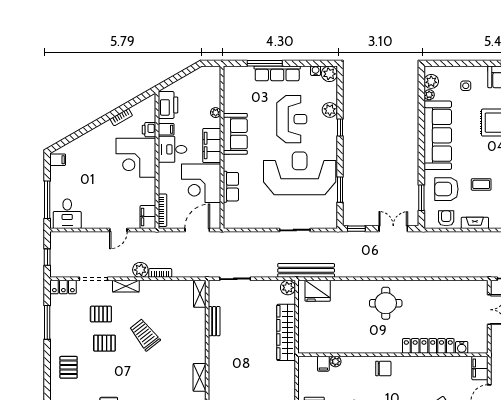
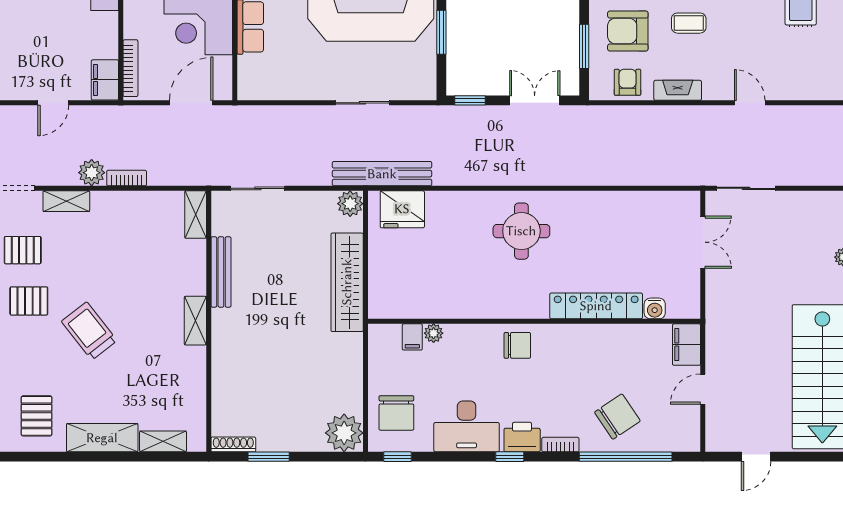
bench: (214, 321) -> (221, 272), width x1.36
trolley: (145, 335) -> (89, 331), moved
shelving: (199, 377) -> (195, 321), moved

